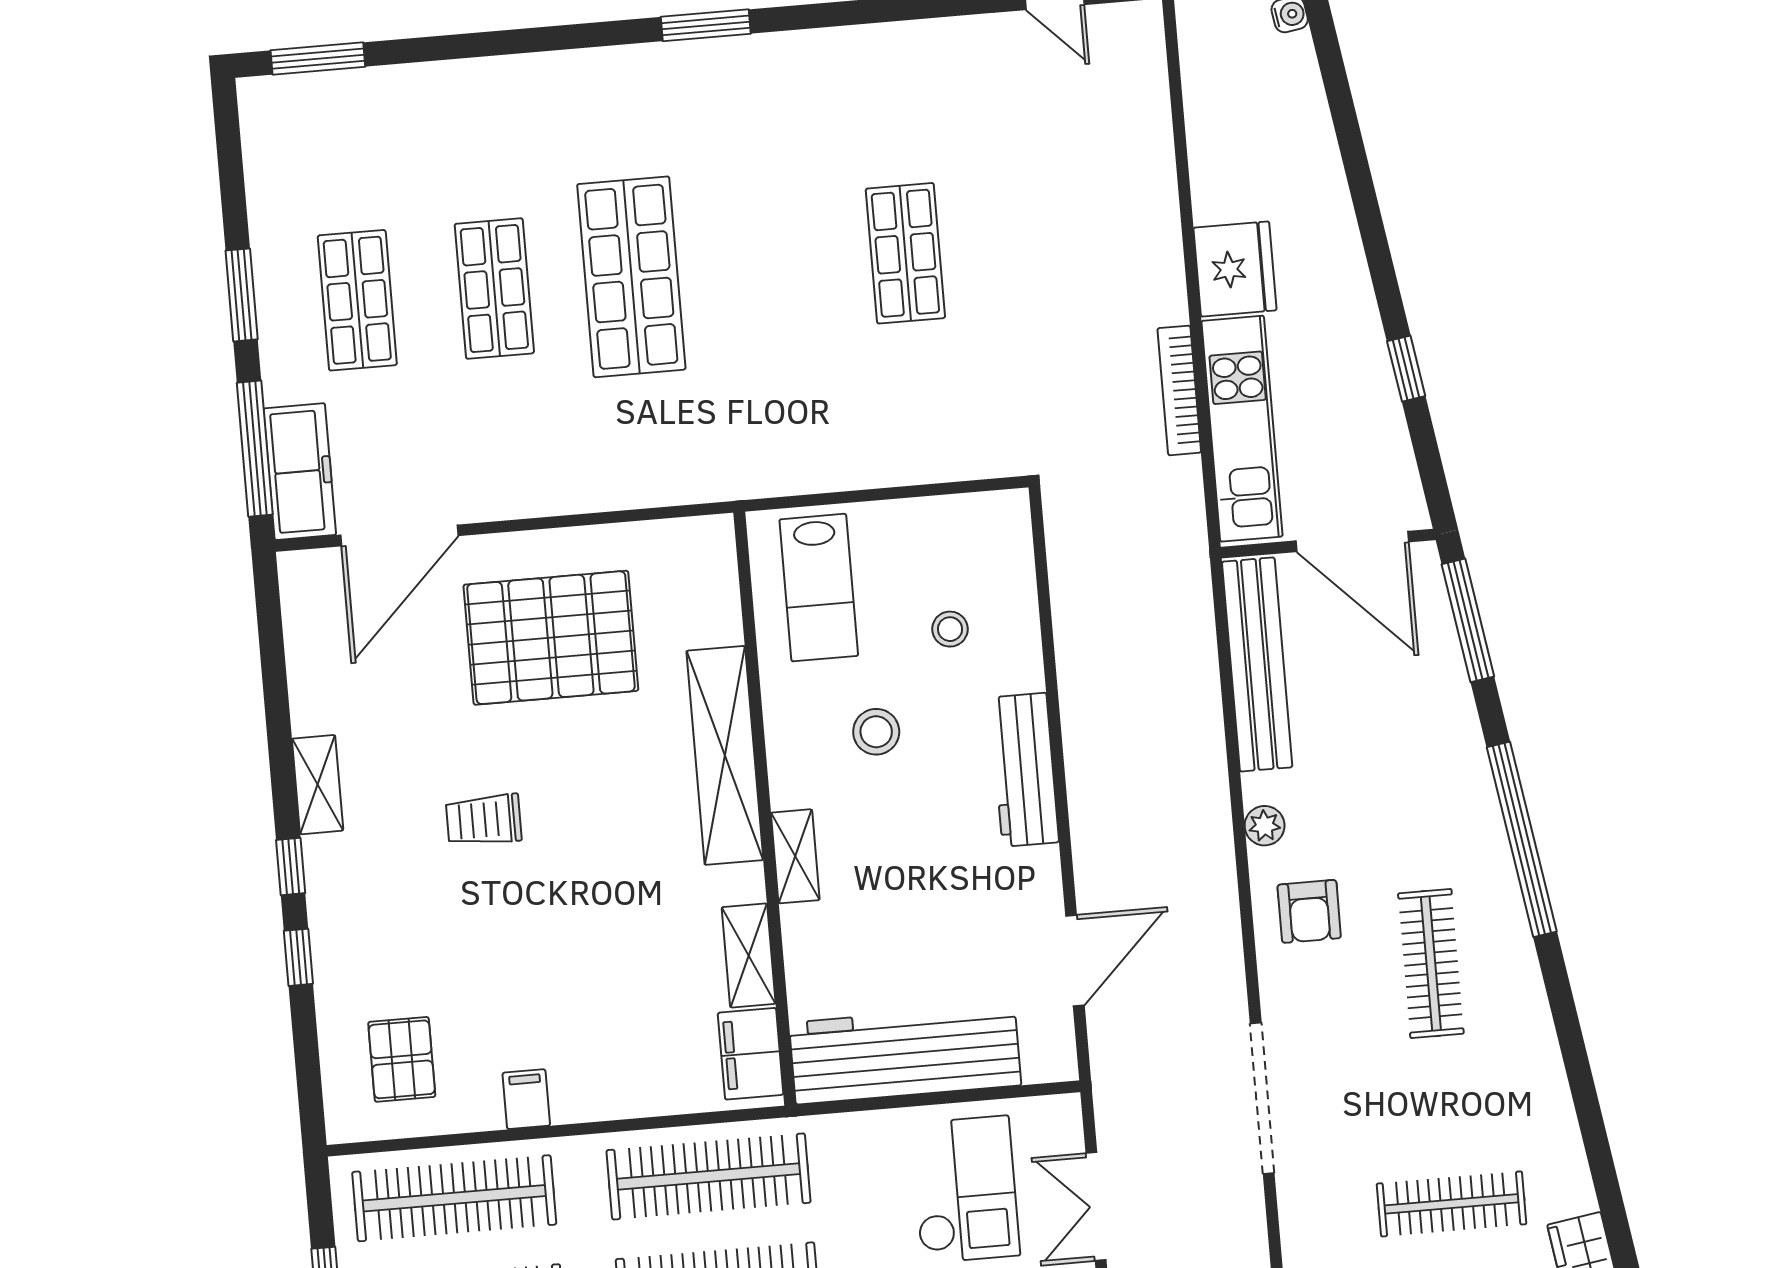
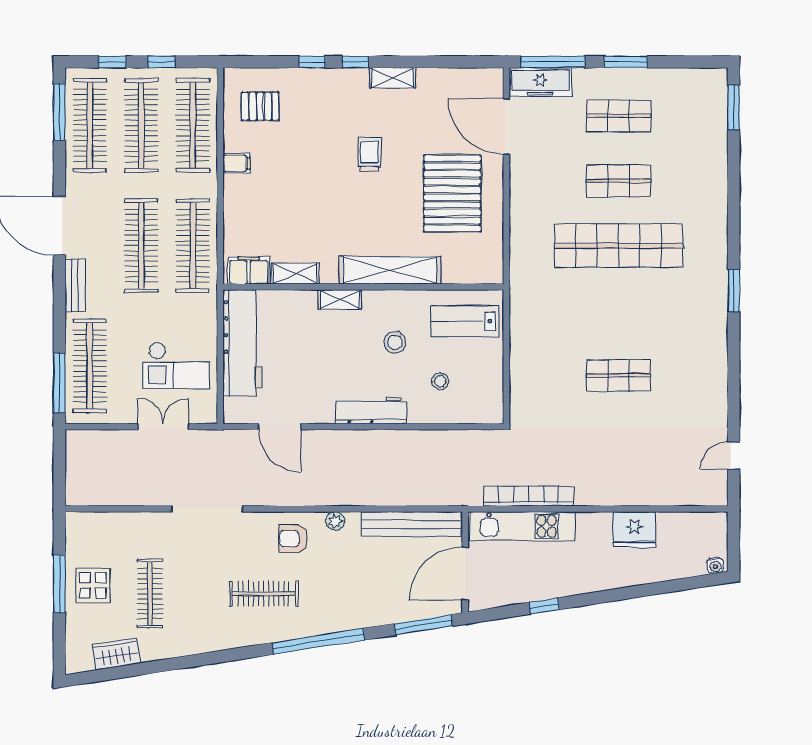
fridge: (1235, 269) -> (634, 530), moved
shop shelf: (631, 277) -> (619, 246), width x1.40
bookcase: (1179, 390) -> (529, 496), width x1.48, depth x1.31

